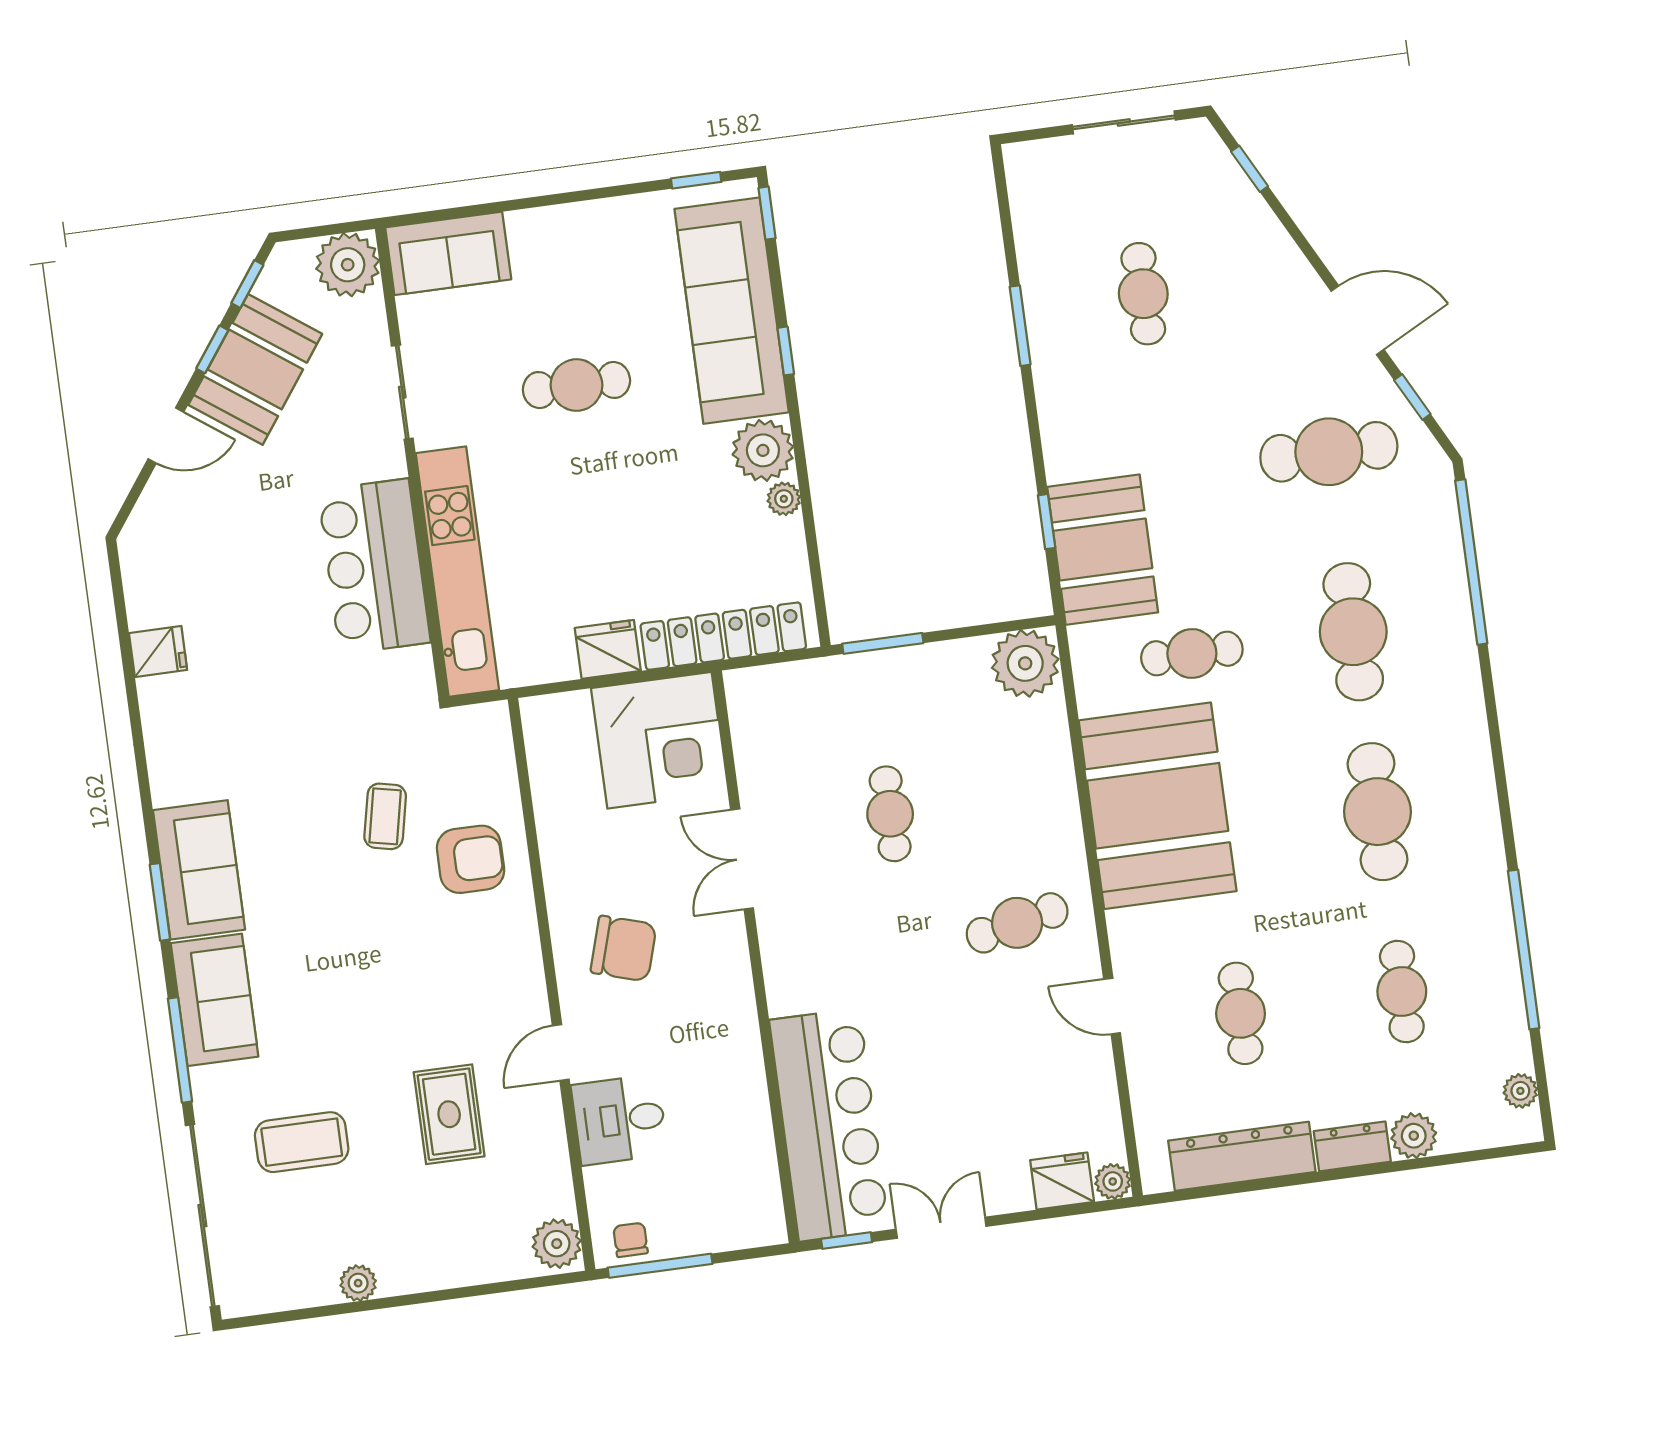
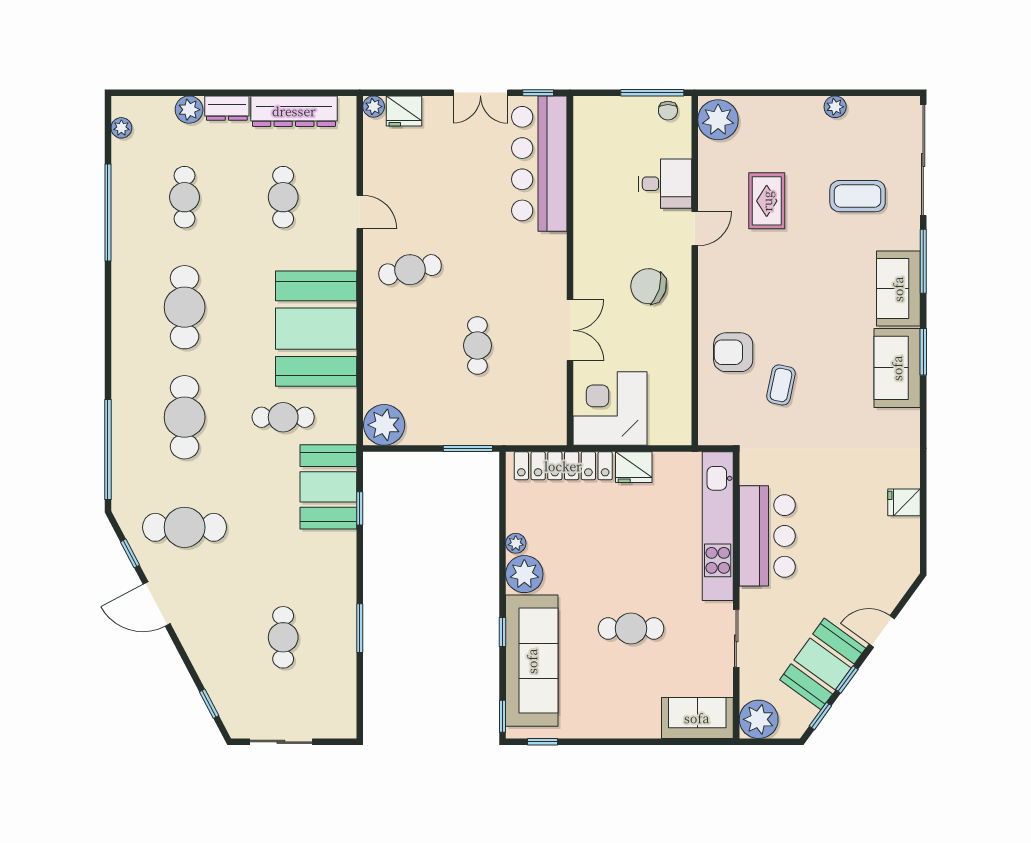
plant: (557, 1244) -> (718, 120), width x1.36, depth x1.36

